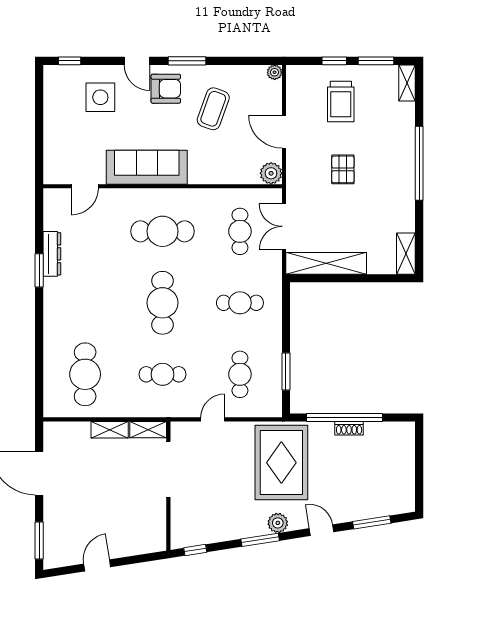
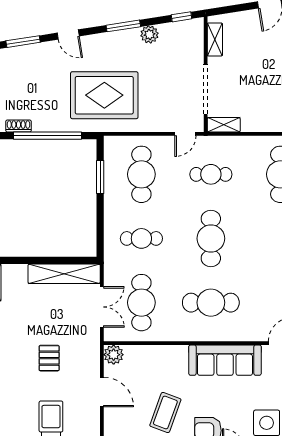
cafe table: (240, 231) -> (141, 303), width x1.37, depth x1.35
cafe table: (240, 374) -> (141, 174), width x1.37, depth x1.35
door: (213, 419) -> (185, 134), moved
shoe rack: (349, 428) -> (18, 126), moved
shelving: (110, 430) -> (215, 39), moved, turned 90
rug: (281, 463) -> (104, 95), turned 90
plant: (278, 523) -> (149, 34), moved

